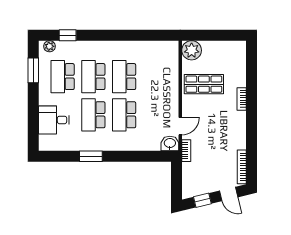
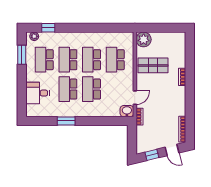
school desk: (155, 77) -> (115, 60), added

